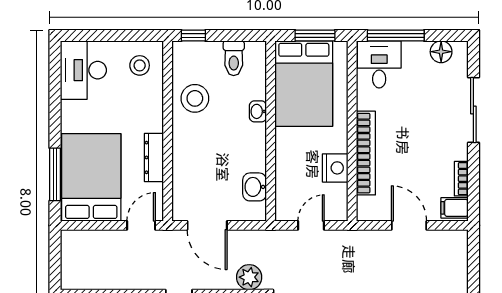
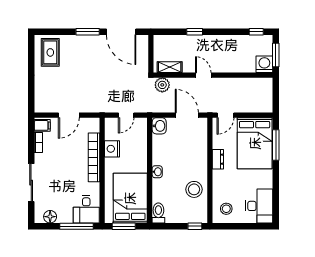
toilet: (234, 58) -> (158, 213), moved
washbasin: (258, 111) -> (157, 172), moved
dresser: (154, 157) -> (218, 159), width x0.70
washbasin: (255, 187) -> (159, 126), moved
door: (409, 225) -> (69, 115), hinge flipped

